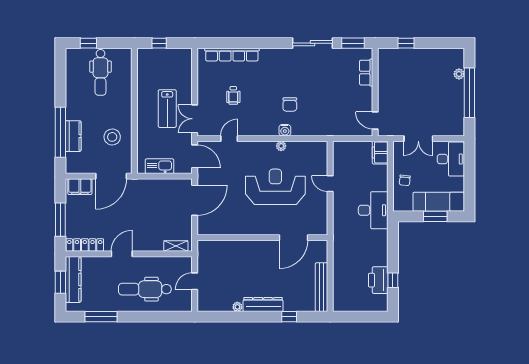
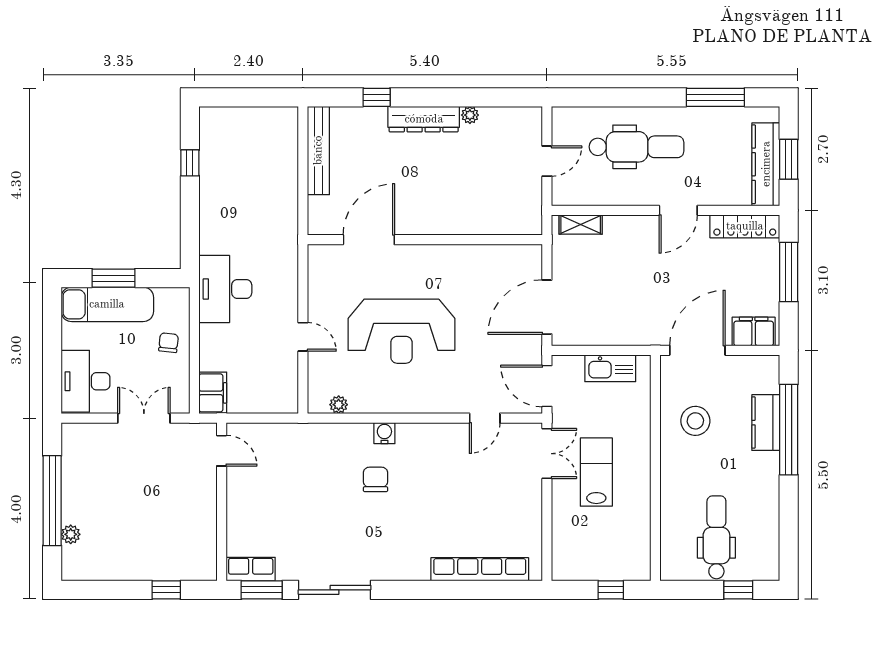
row of seats: (366, 73) -> (251, 569), moved, turned -90
wheelchair: (233, 95) -> (477, 496), removed
plant: (281, 146) -> (339, 405), moved
printer: (378, 280) -> (216, 163), removed

